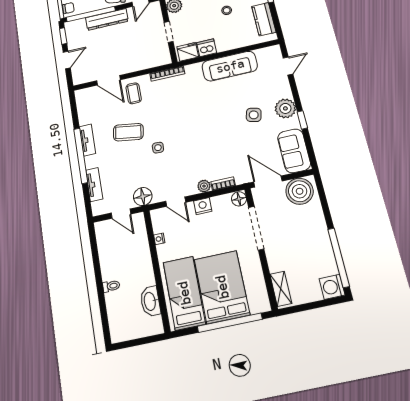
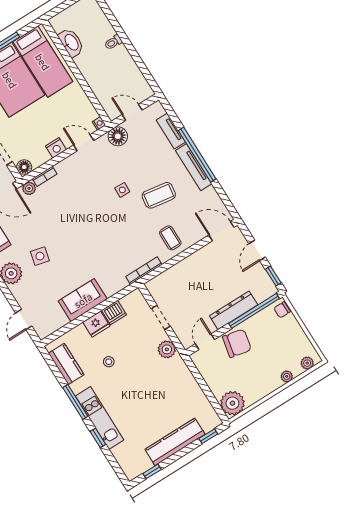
fridge: (188, 52) -> (96, 324), moved
sofa: (230, 66) -> (83, 300), width x0.73
door: (109, 80) -> (221, 231), moved
tv unit: (87, 140) -> (194, 167), width x1.41
plant: (204, 186) -> (29, 188), moved
nightstand: (159, 239) -> (99, 123), moved

